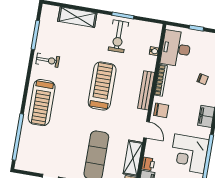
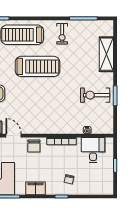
desk: (176, 49) -> (93, 150), width x0.73
treadmill: (102, 86) -> (37, 66), moved
bench: (146, 90) -> (50, 129), removed
door: (147, 130) -> (14, 136), swing flipped

